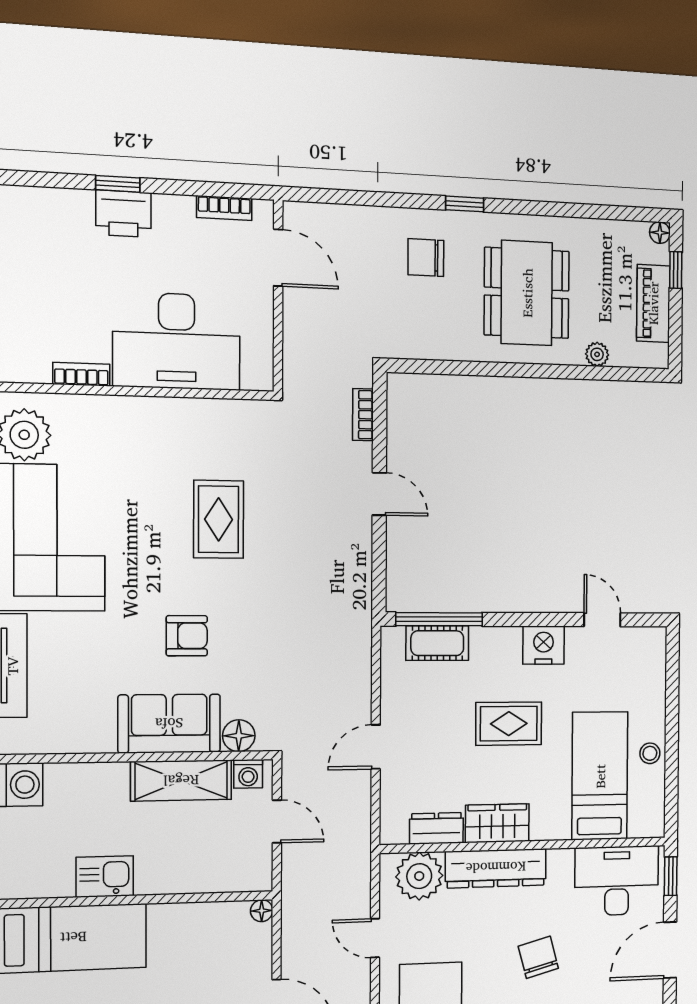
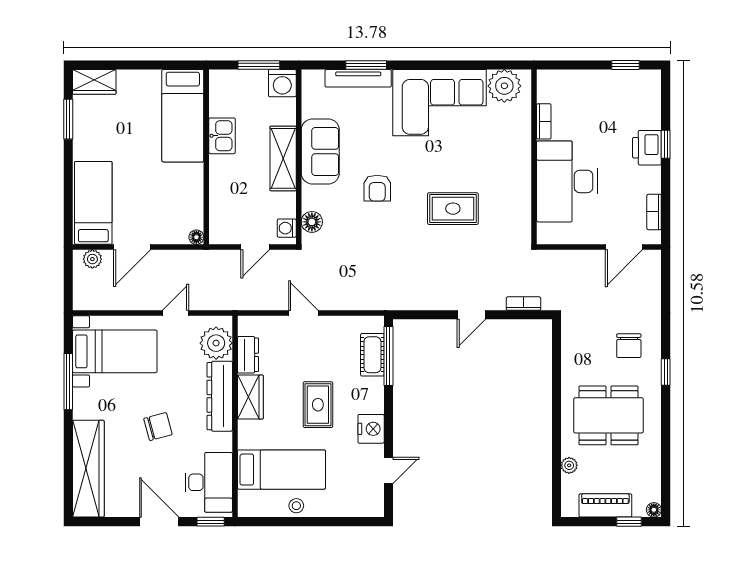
chair: (426, 258) -> (629, 346), turned 180
sofa: (169, 724) -> (320, 151), moved
shelving: (181, 781) -> (283, 158), moved

